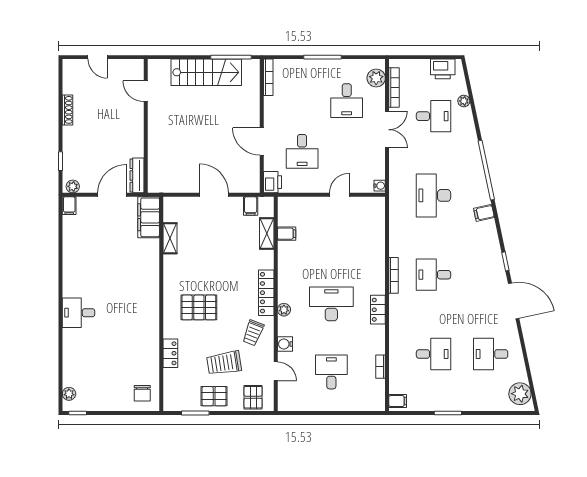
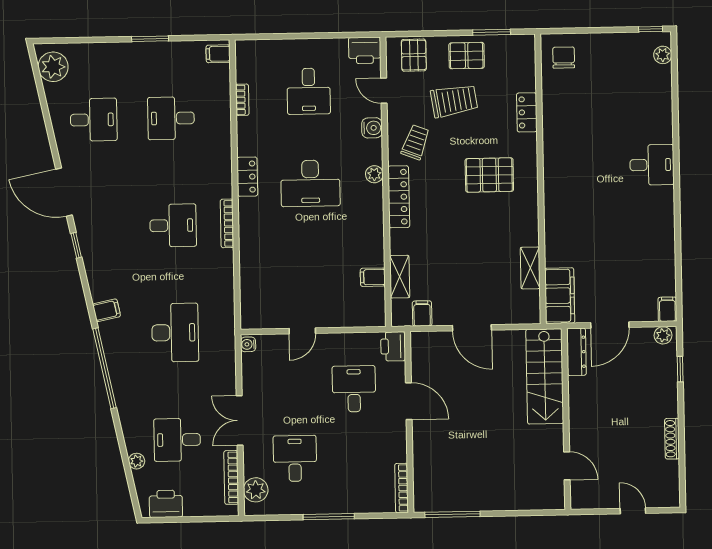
stairs: (206, 72) -> (545, 376), moved, turned -90
printer: (289, 401) -> (365, 50), added

